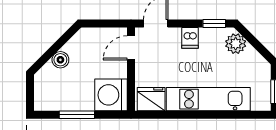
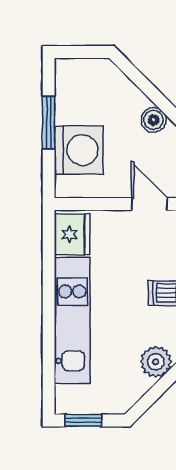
boiler: (60, 60) -> (154, 120), moved
washing machine: (111, 95) -> (79, 150), moved, turned 90

